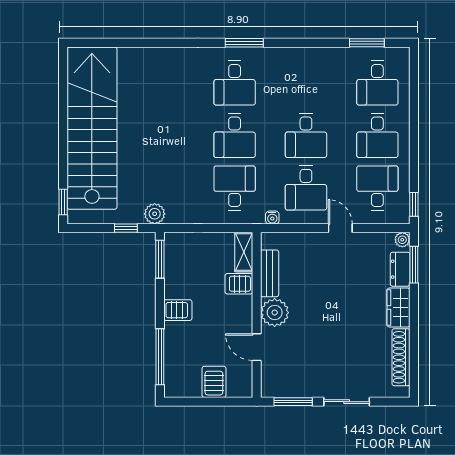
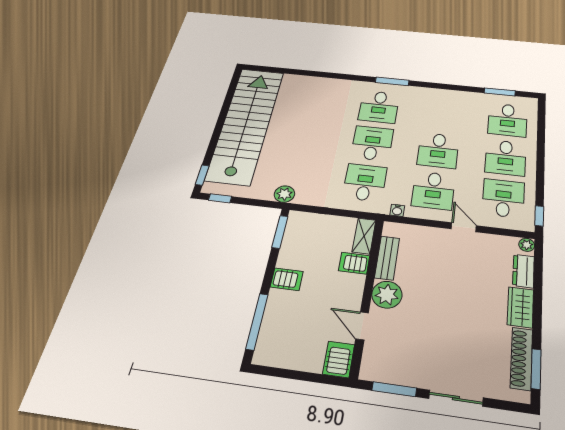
desk: (235, 135) -> (372, 143), turned 180
window: (126, 228) -> (220, 198), moved
window: (414, 265) -> (536, 369), moved
server rack: (214, 382) -> (339, 359), moved

